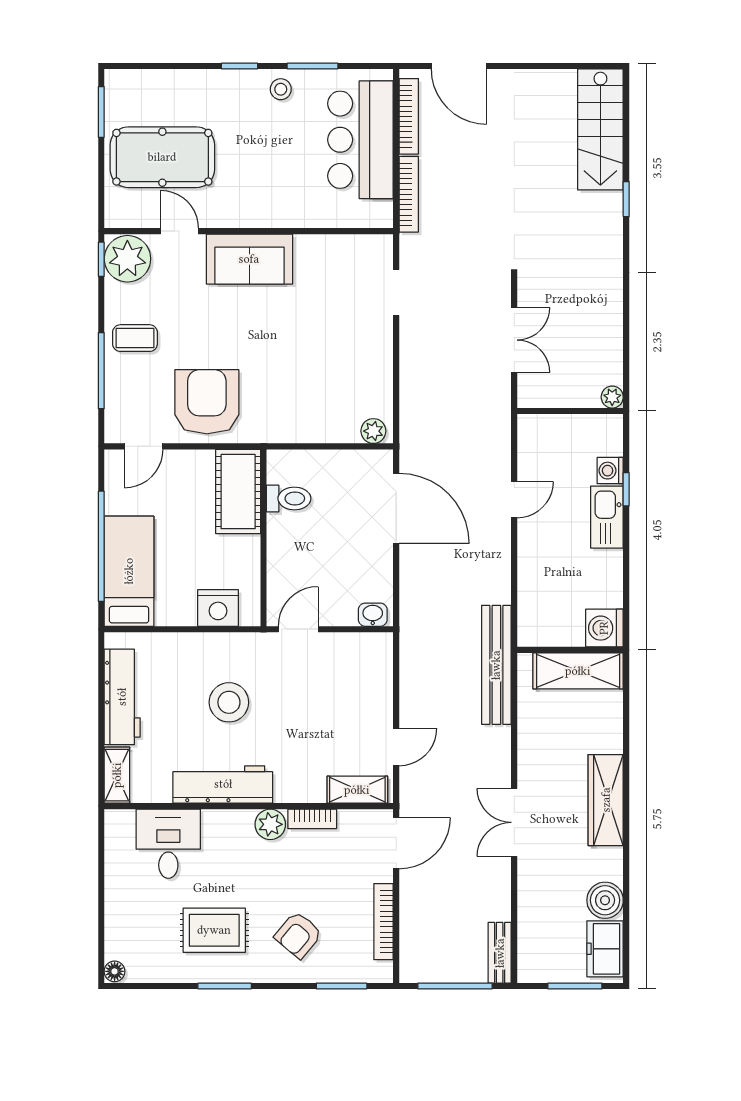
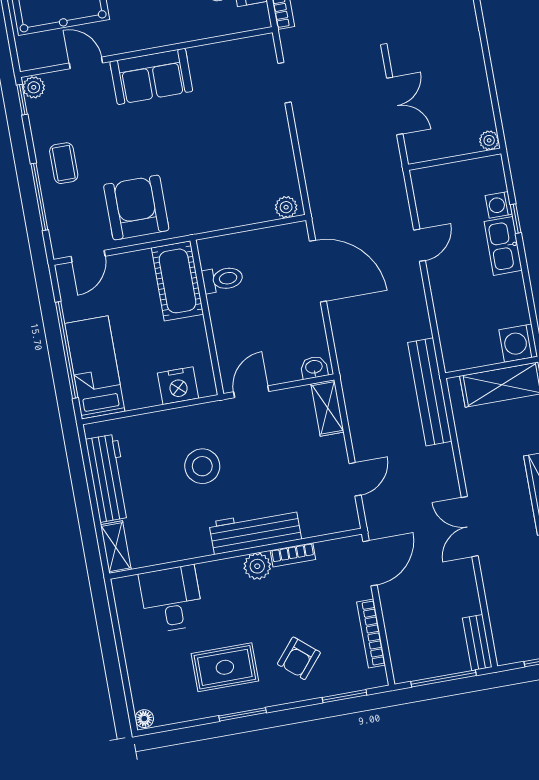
plant: (127, 259) -> (34, 87), width x0.53, depth x0.53
coffee table: (135, 338) -> (64, 163), turned 90
workbench: (223, 784) -> (255, 531), moved
shelving: (357, 790) -> (327, 408), moved, turned 90

